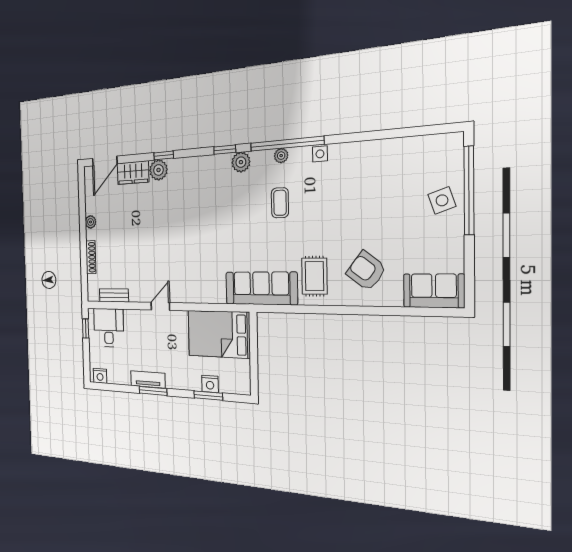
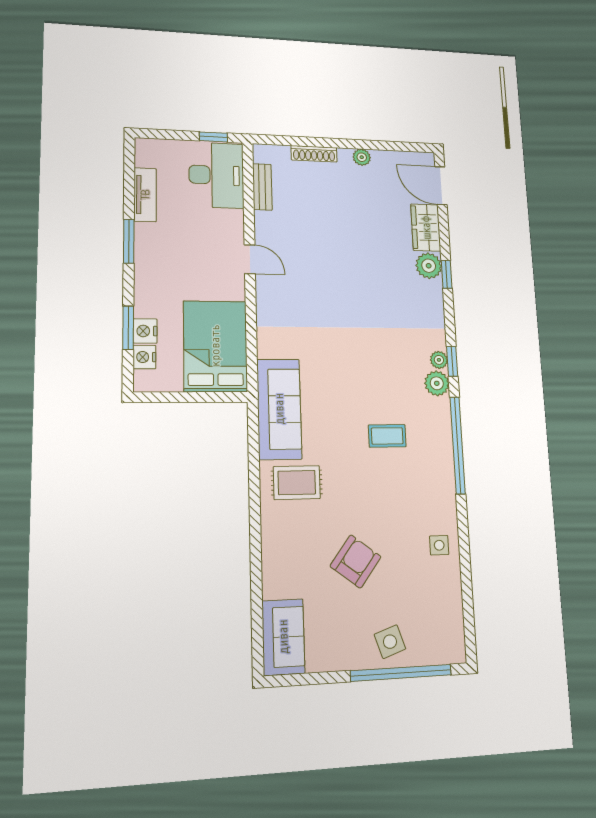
side table: (320, 154) -> (439, 545), moved
plant: (281, 156) -> (439, 360), moved
armchair: (366, 271) -> (356, 561), moved
desk: (109, 328) -> (216, 175), width x1.37
nightstand: (100, 376) -> (144, 357), moved
tv unit: (148, 379) -> (145, 195), moved

